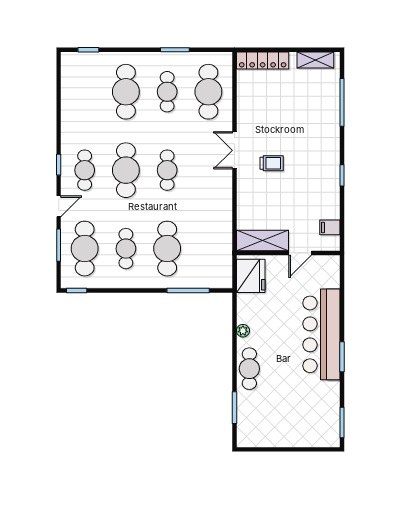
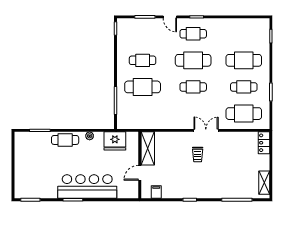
locker: (263, 60) -> (264, 143), width x0.66
cafe table: (85, 249) -> (143, 34), removed
door: (300, 253) -> (140, 173), hinge flipped
fridge: (251, 276) -> (115, 141), moved

